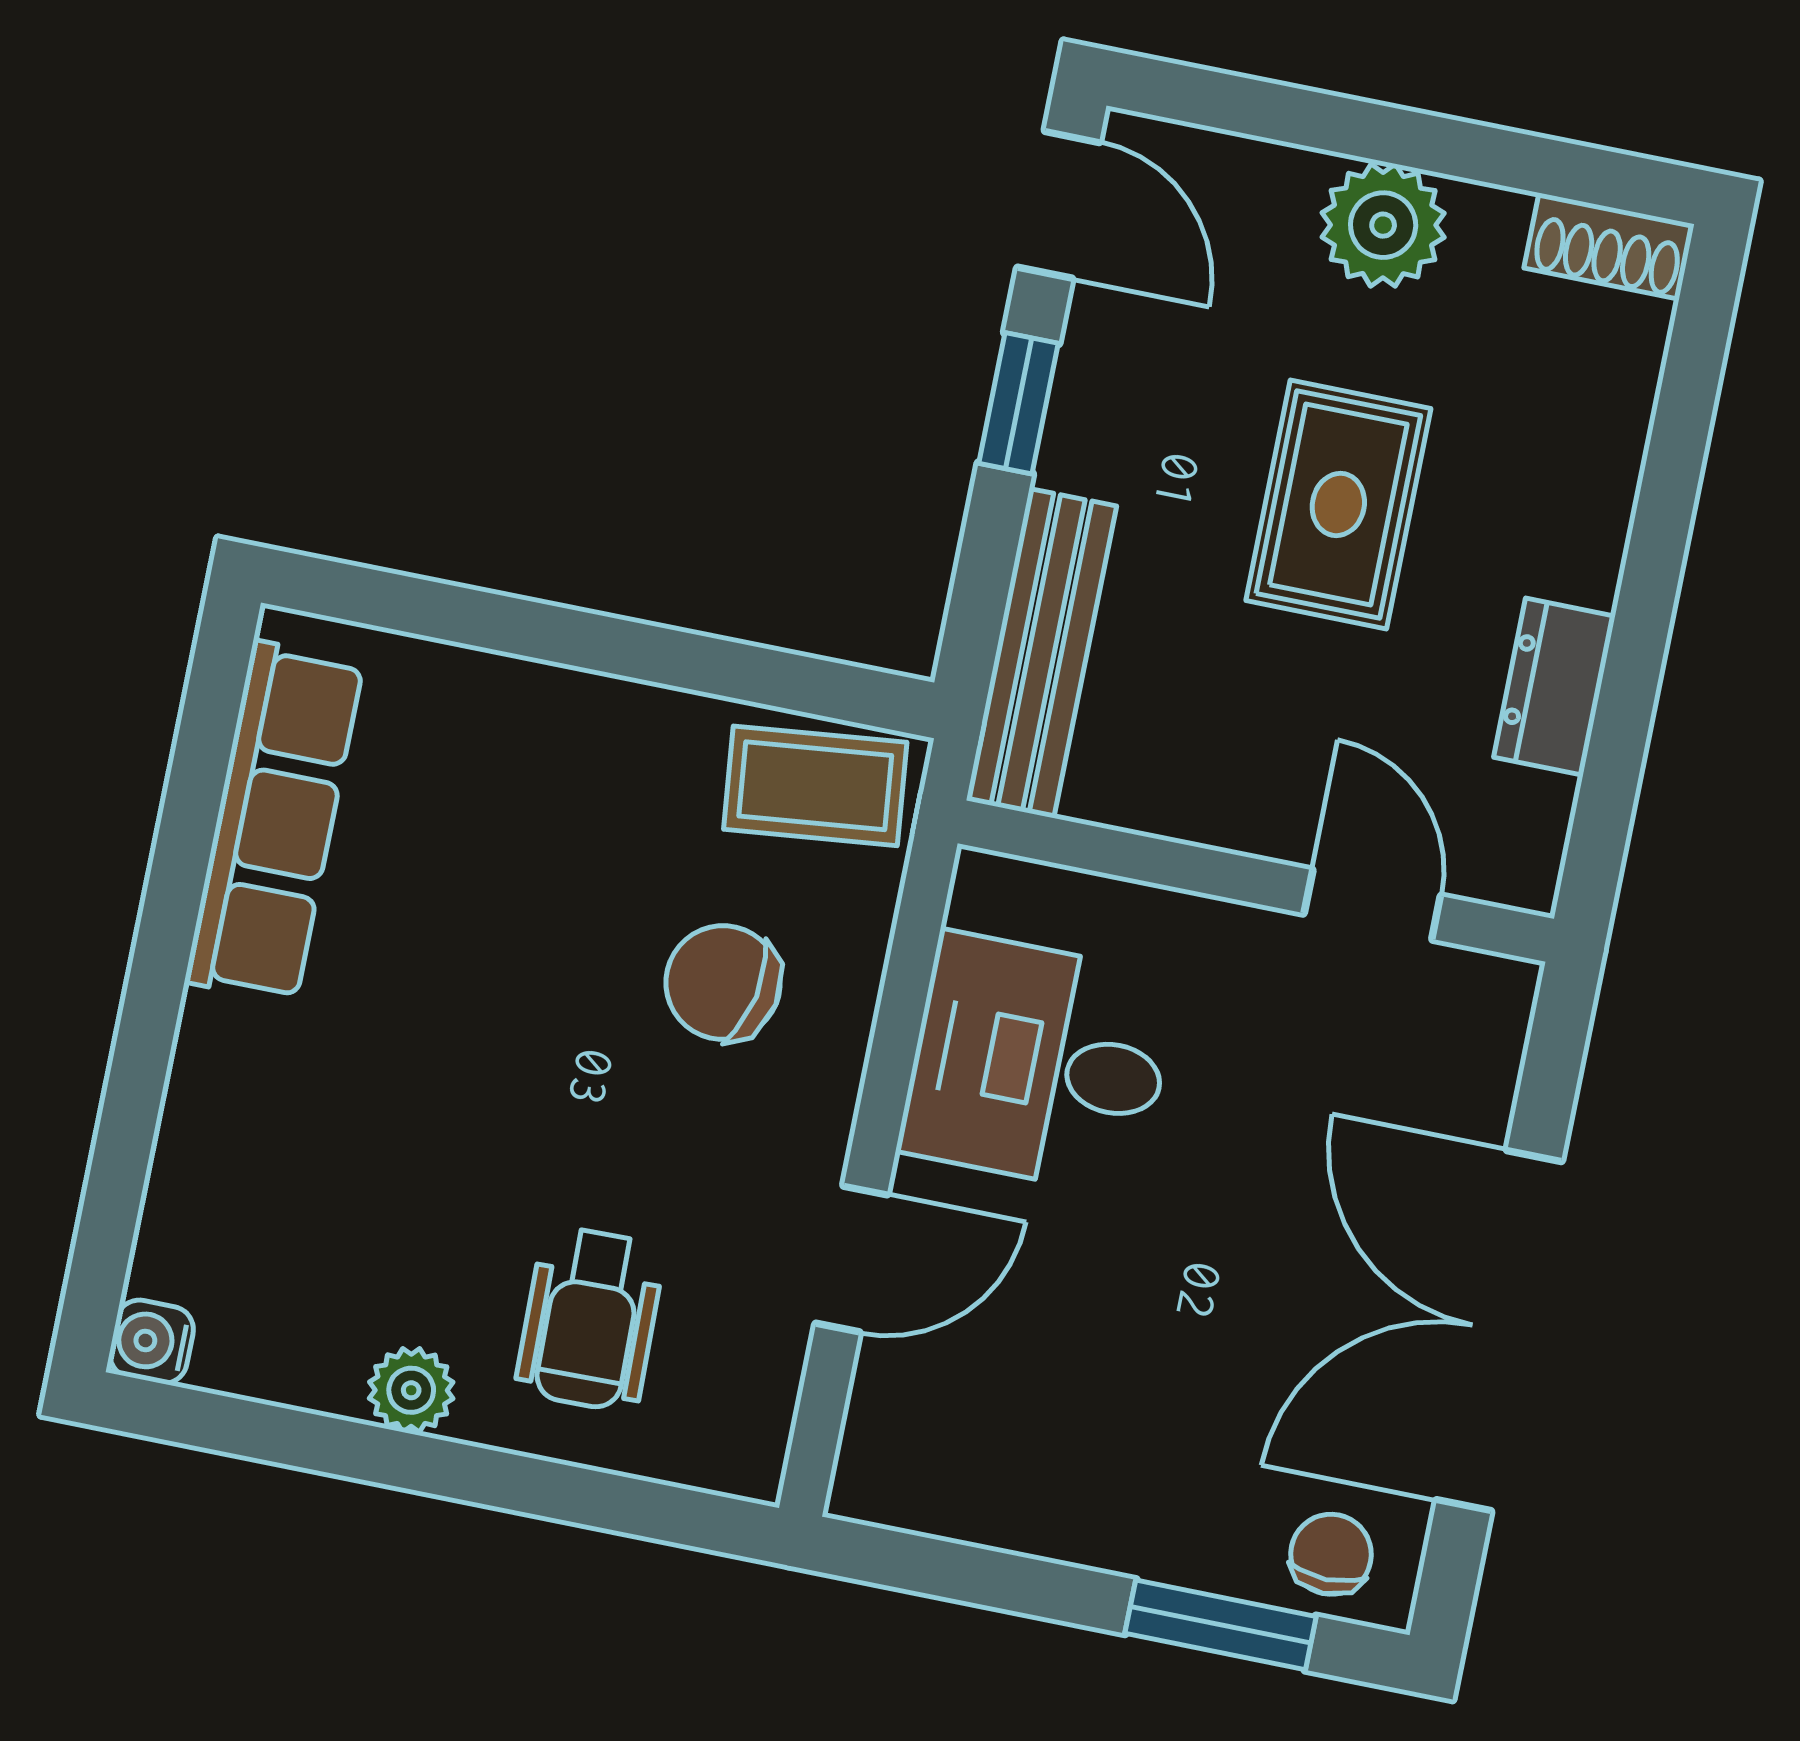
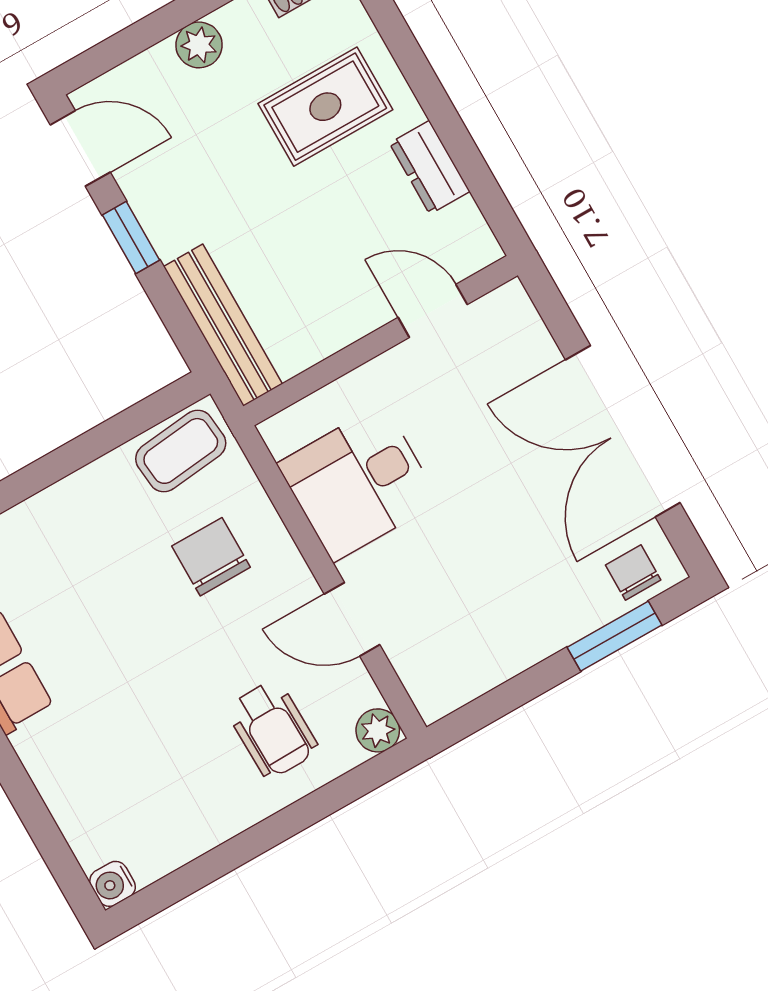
plant: (1383, 225) -> (199, 45), width x0.73, depth x0.73
rug: (1338, 505) -> (325, 107), moved, turned 90
chair: (723, 983) -> (211, 557), turned 79
door: (851, 1259) -> (352, 619), swing flipped
plant: (411, 1390) -> (378, 730), moved

